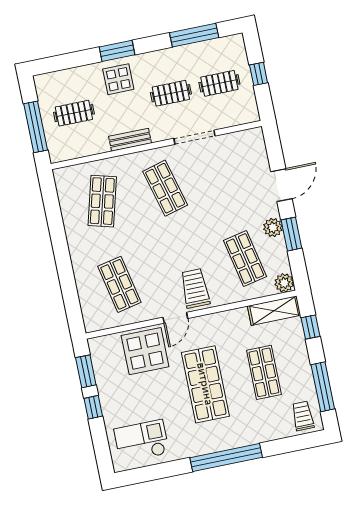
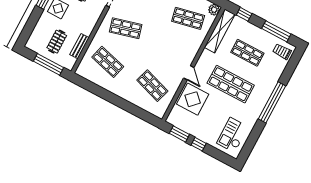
bench: (130, 140) -> (79, 46), moved
shop shelf: (119, 284) -> (152, 86), turned 30
trolley: (195, 288) -> (183, 53), removed
shelving: (274, 311) -> (220, 31), width x1.47

